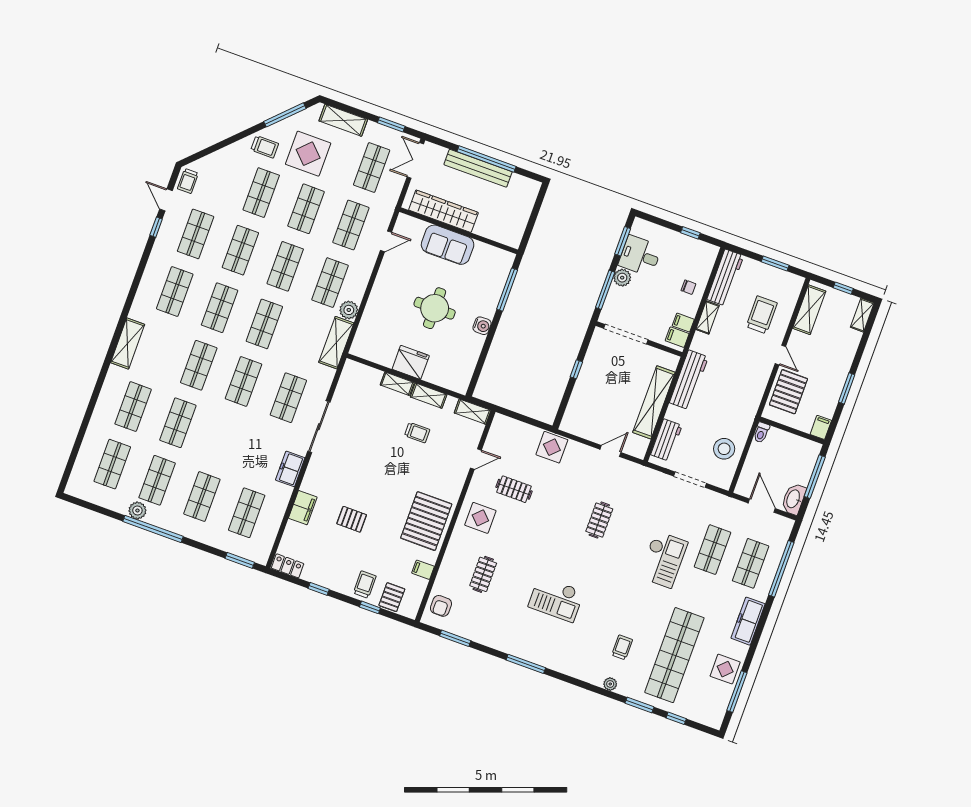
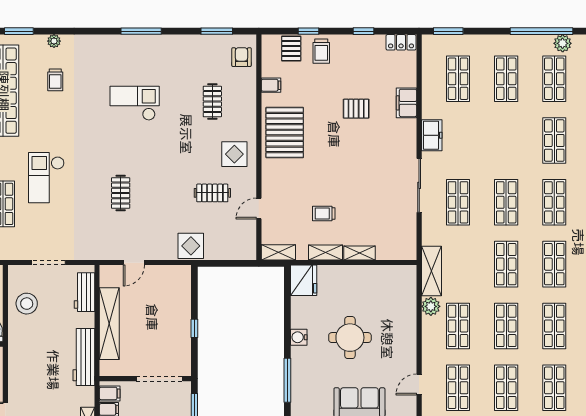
fridge: (411, 362) -> (304, 280), moved, turned -90

